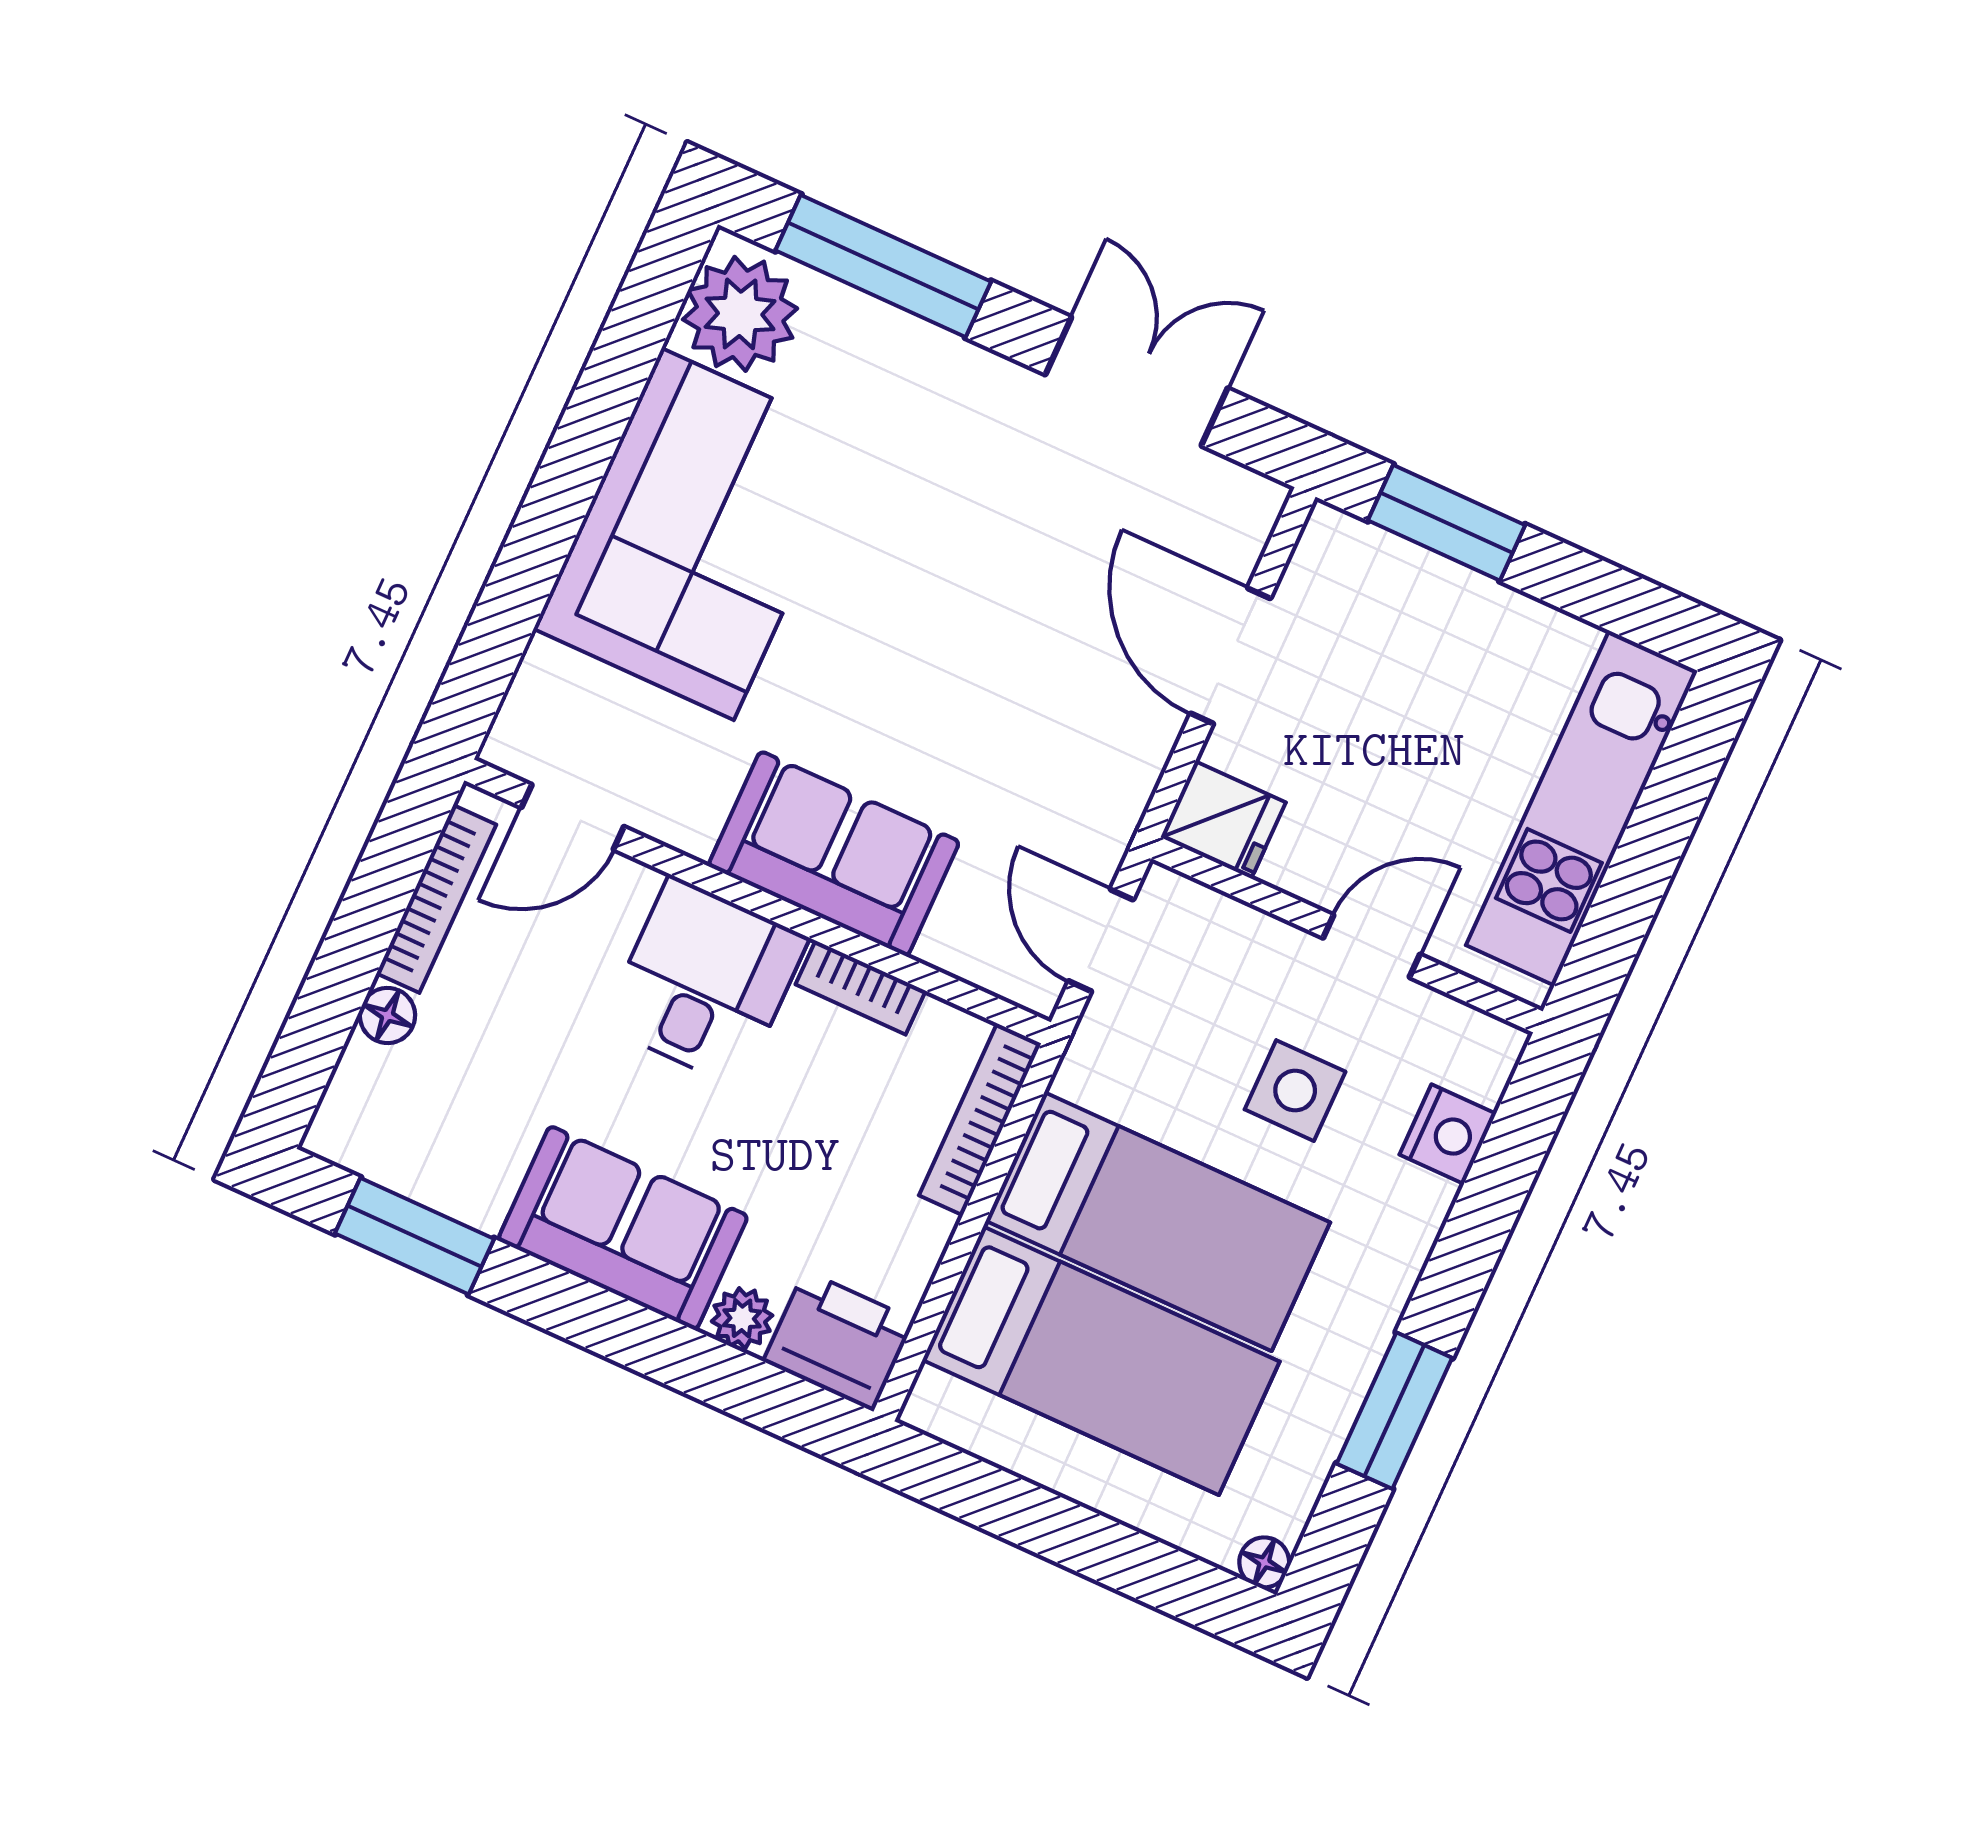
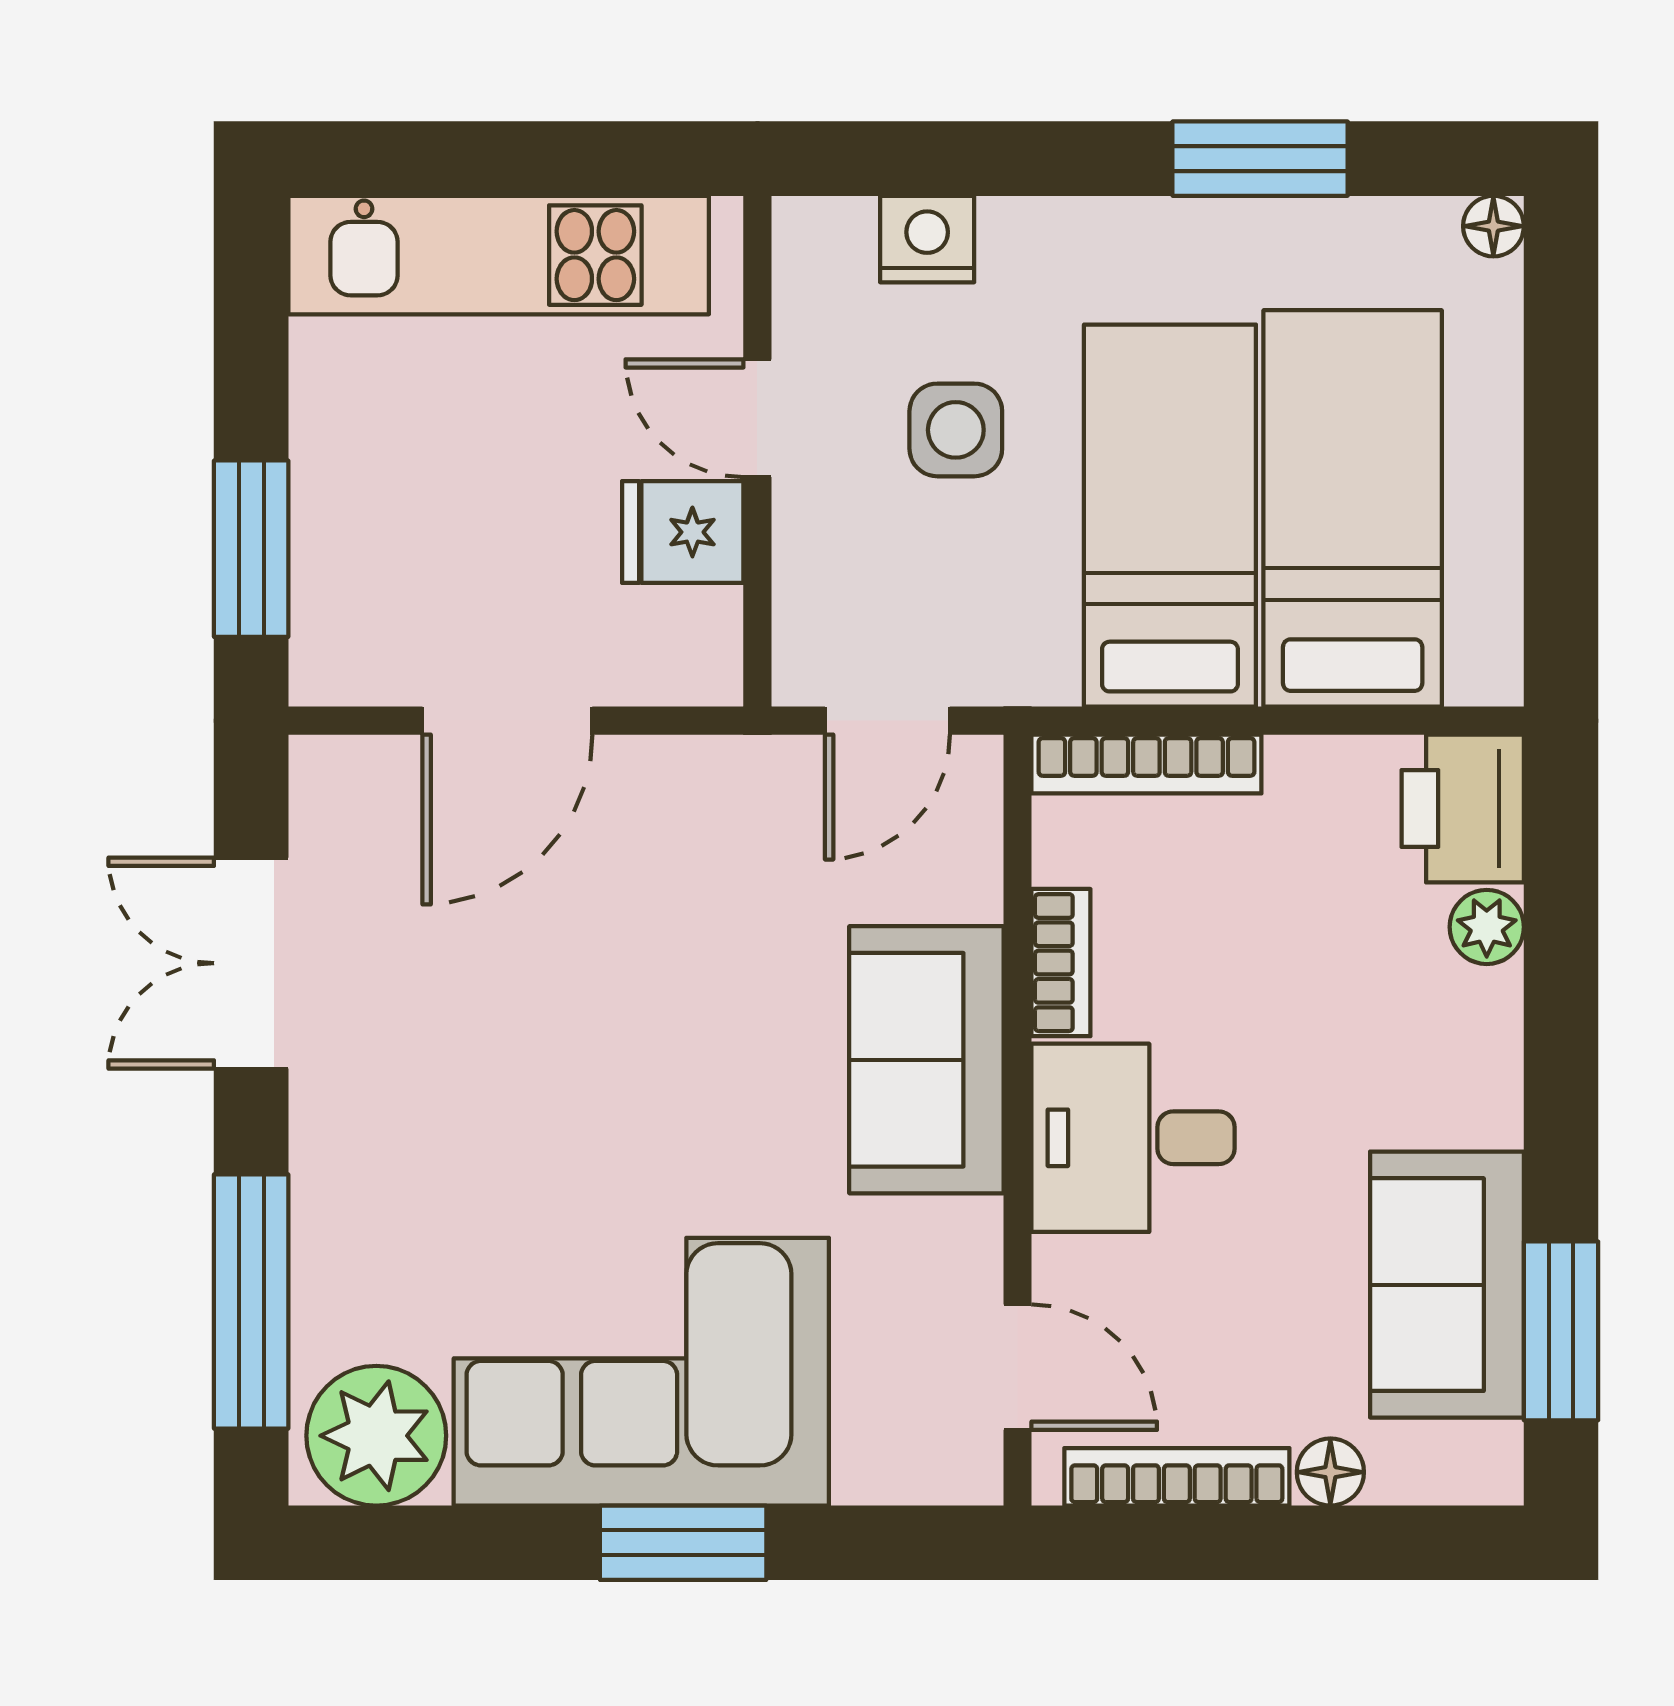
window: (555, 507) -> (683, 1543), added
fridge: (1223, 820) -> (683, 532), moved, turned -90
sofa: (623, 1228) -> (1447, 1285), moved

